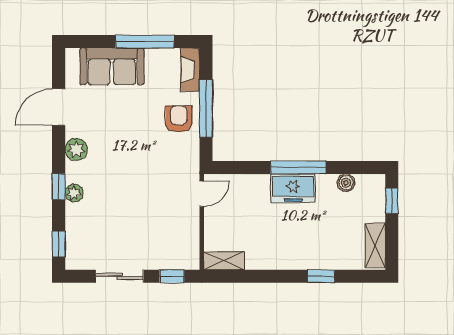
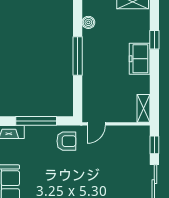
armchair: (179, 119) -> (66, 141), moved, turned 180
freezer: (293, 188) -> (140, 59), moved, turned 180
door: (202, 194) -> (96, 124), swing flipped

